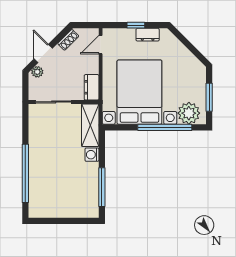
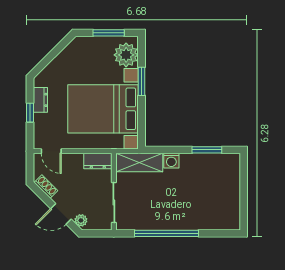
window: (165, 127) -> (141, 81), width x0.47
window: (25, 173) -> (167, 233), moved
window: (102, 187) -> (207, 150), width x0.69

